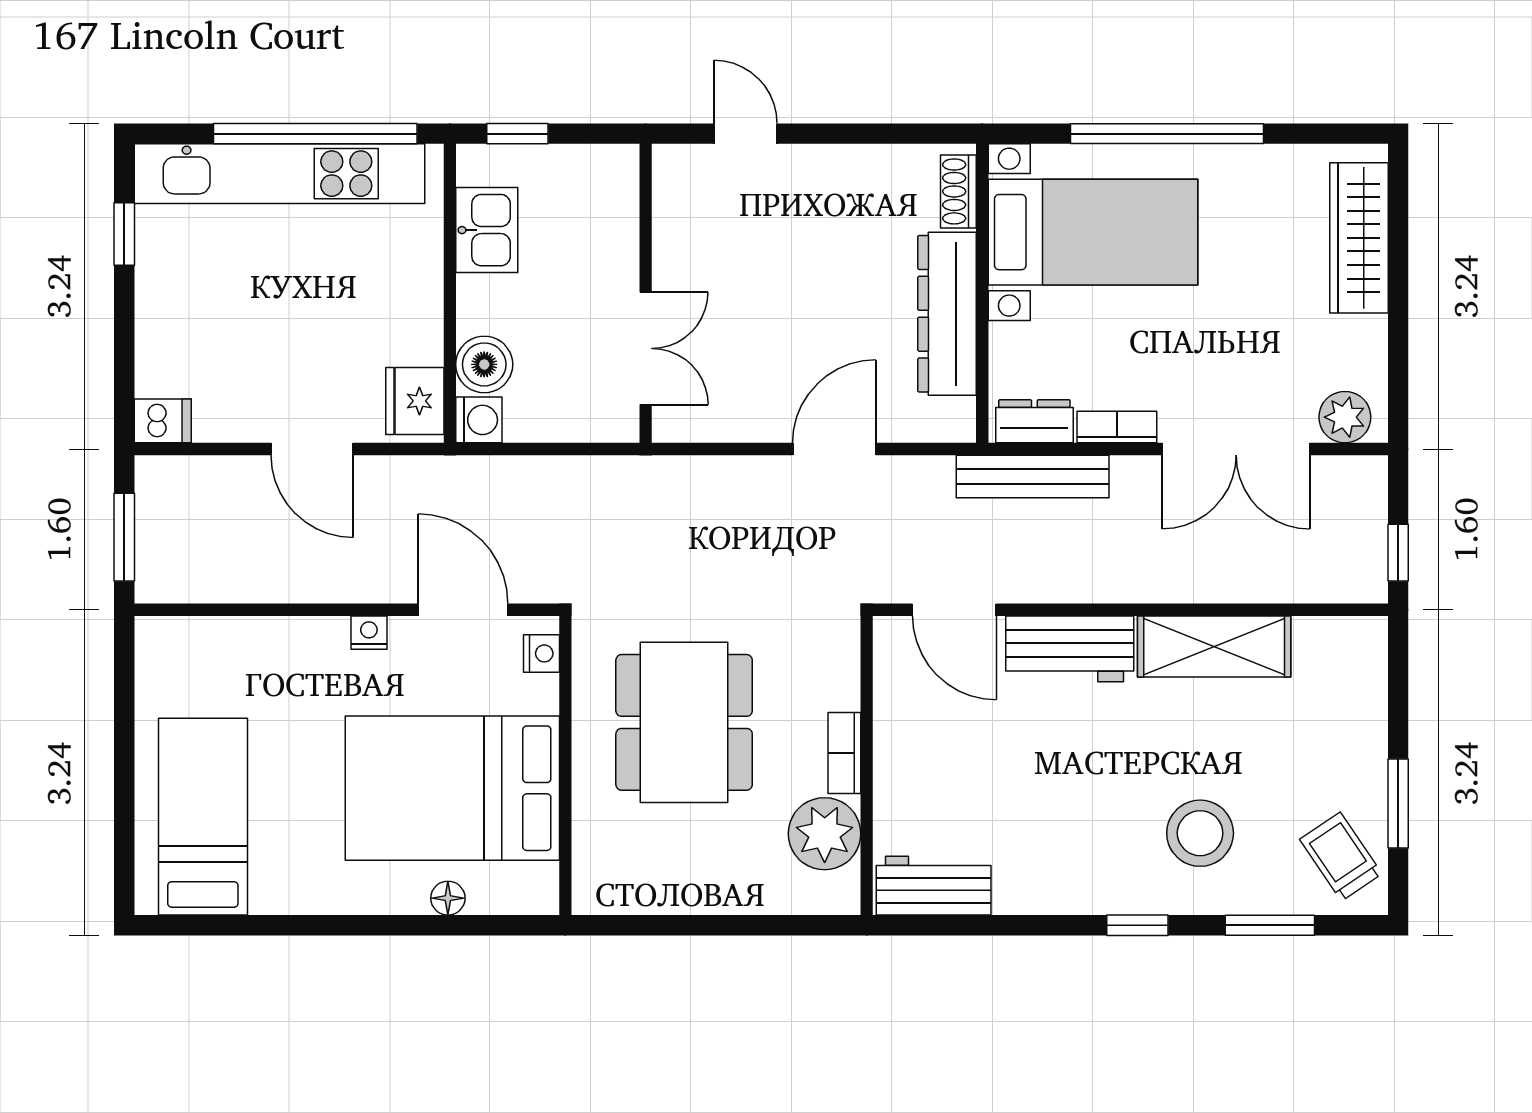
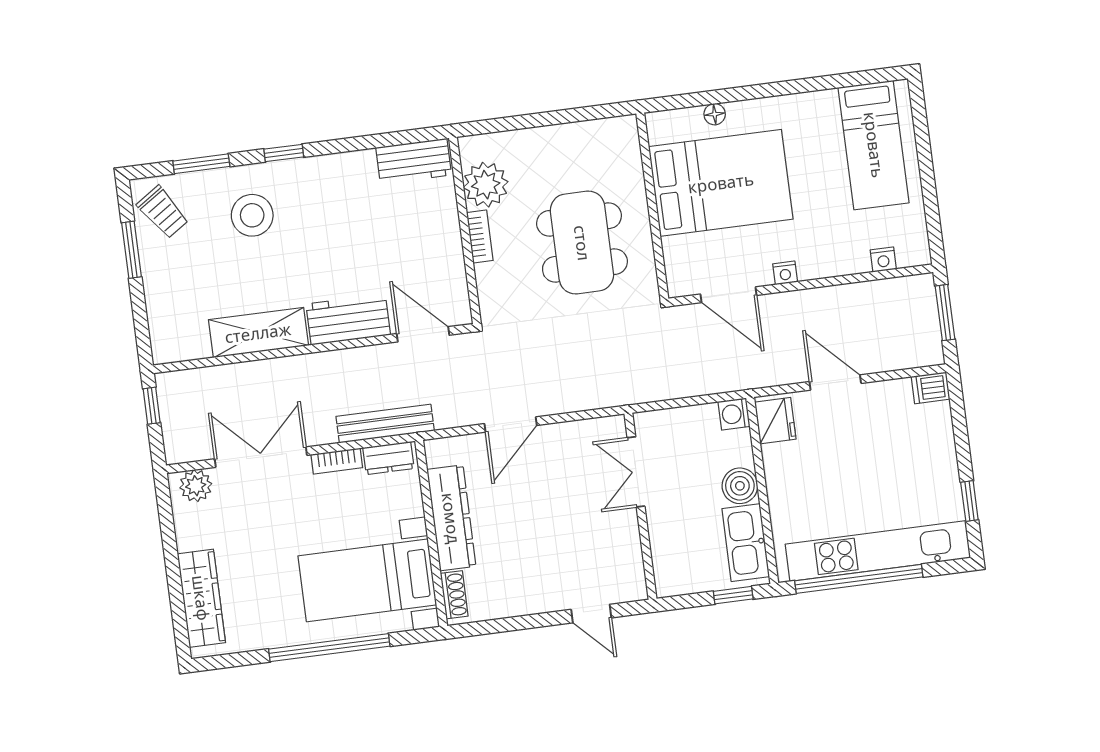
kitchen sink: (487, 230) -> (746, 543), width x1.38
boiler: (484, 364) -> (740, 486), moved
nightstand: (541, 653) -> (883, 259), moved, turned -90

